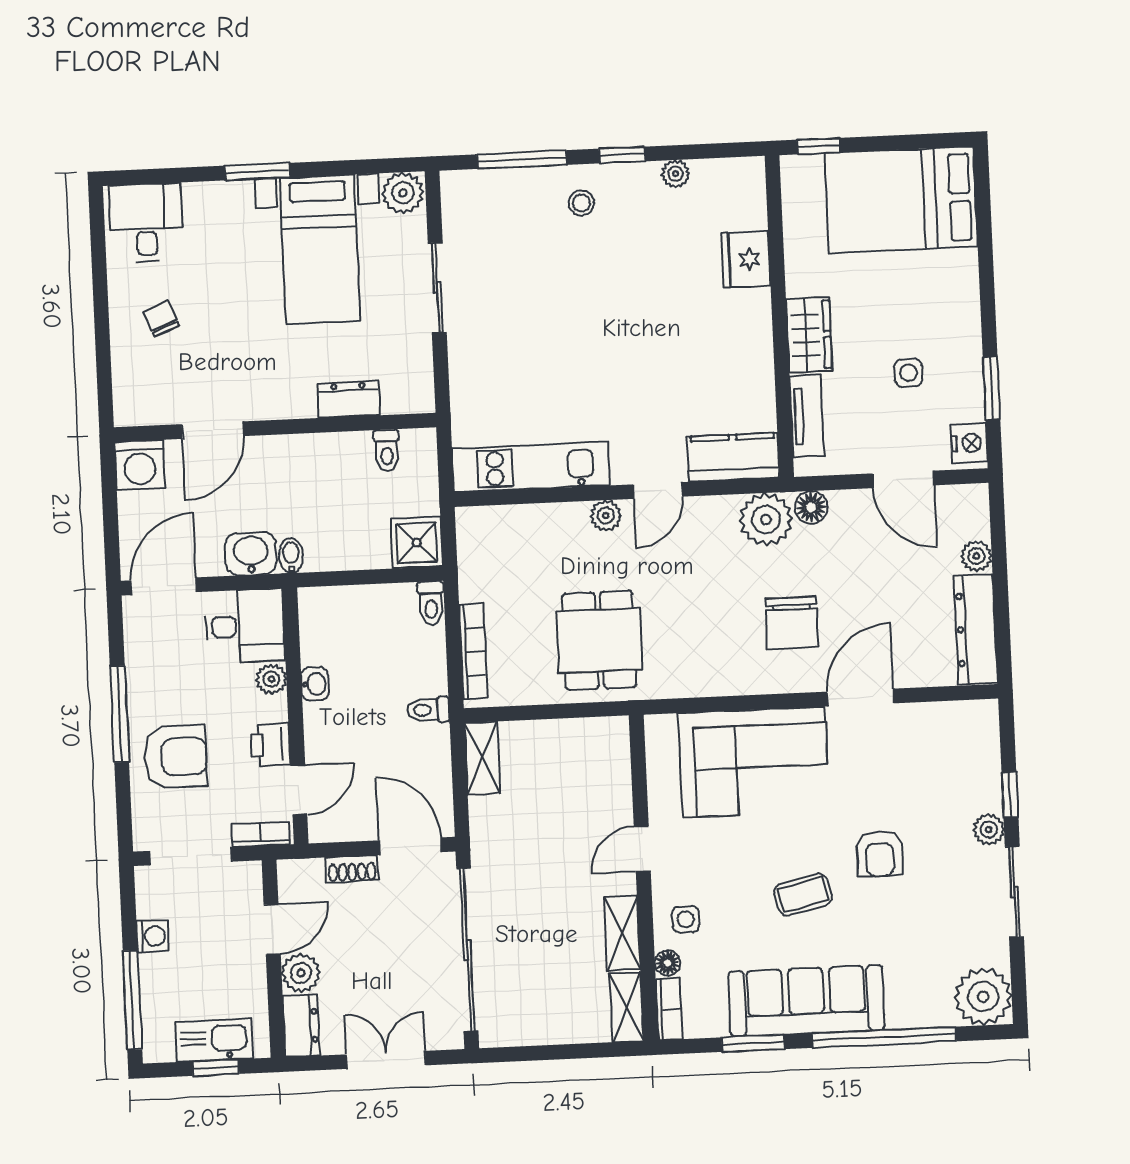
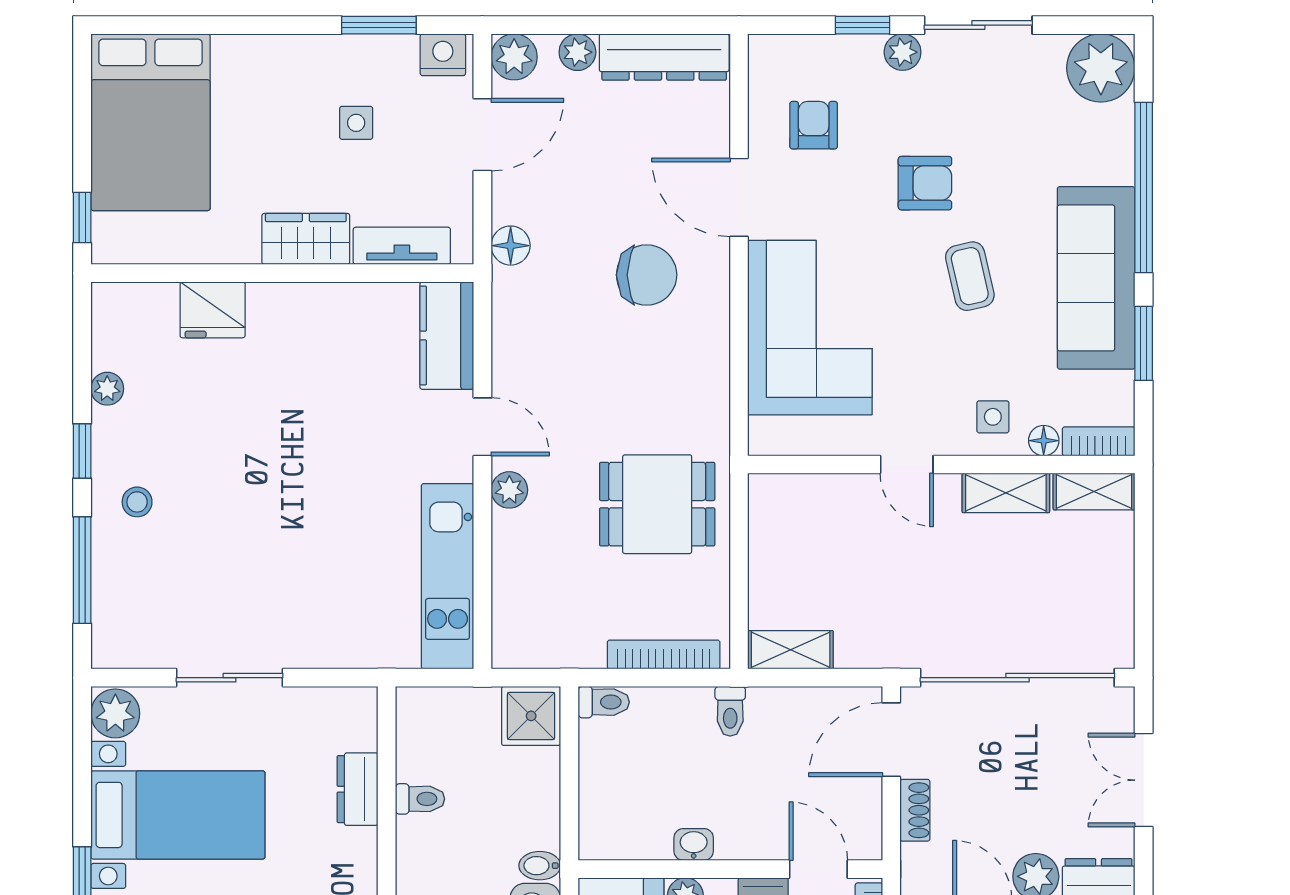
toilet: (387, 450) -> (420, 799), moved
plant: (766, 519) -> (514, 57), moved, width x0.73, depth x0.73
armchair: (924, 757) -> (814, 125), added

